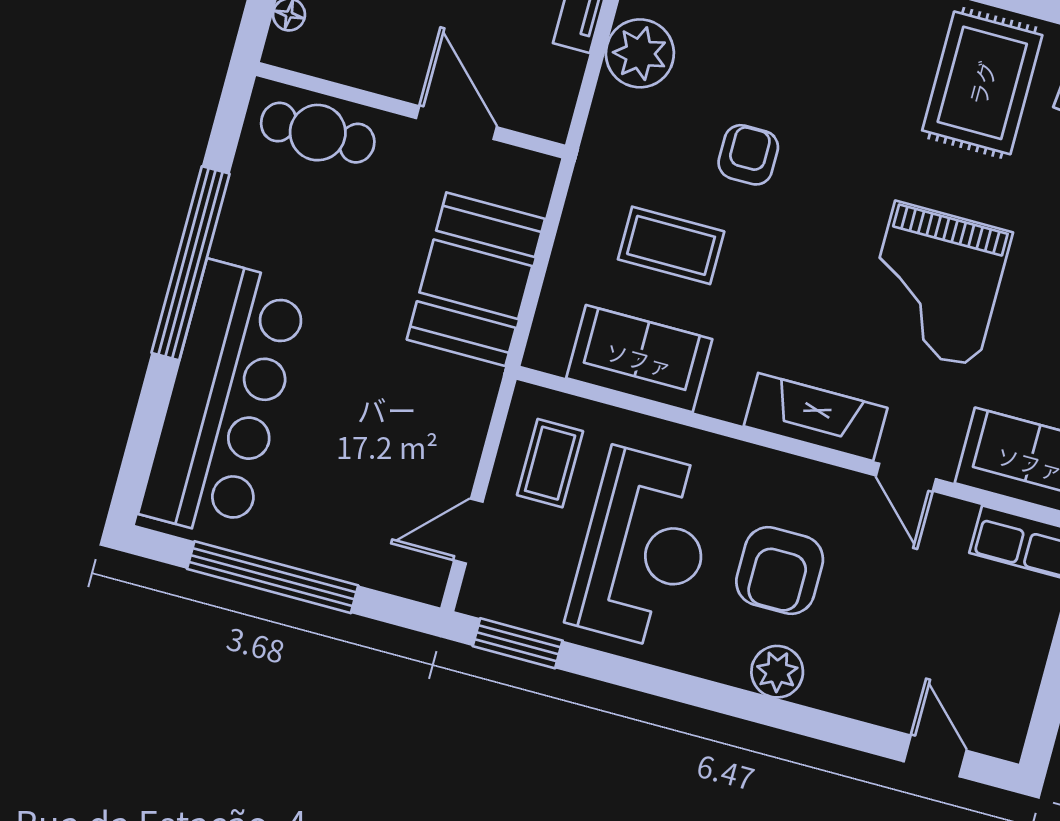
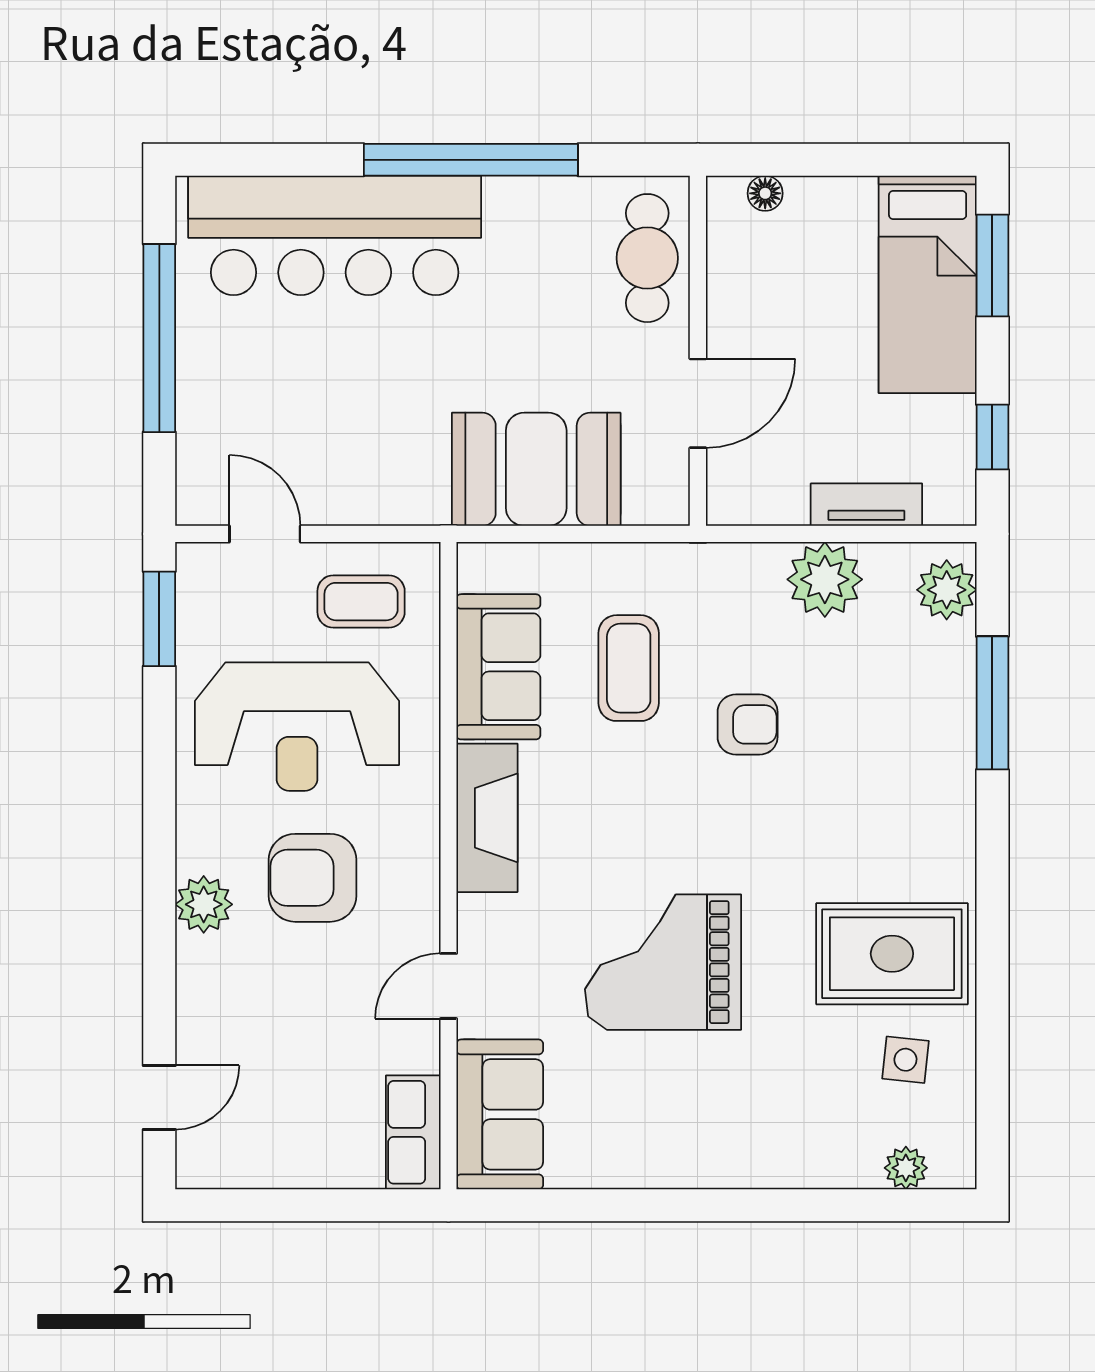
fireplace: (816, 417) -> (487, 818), moved

